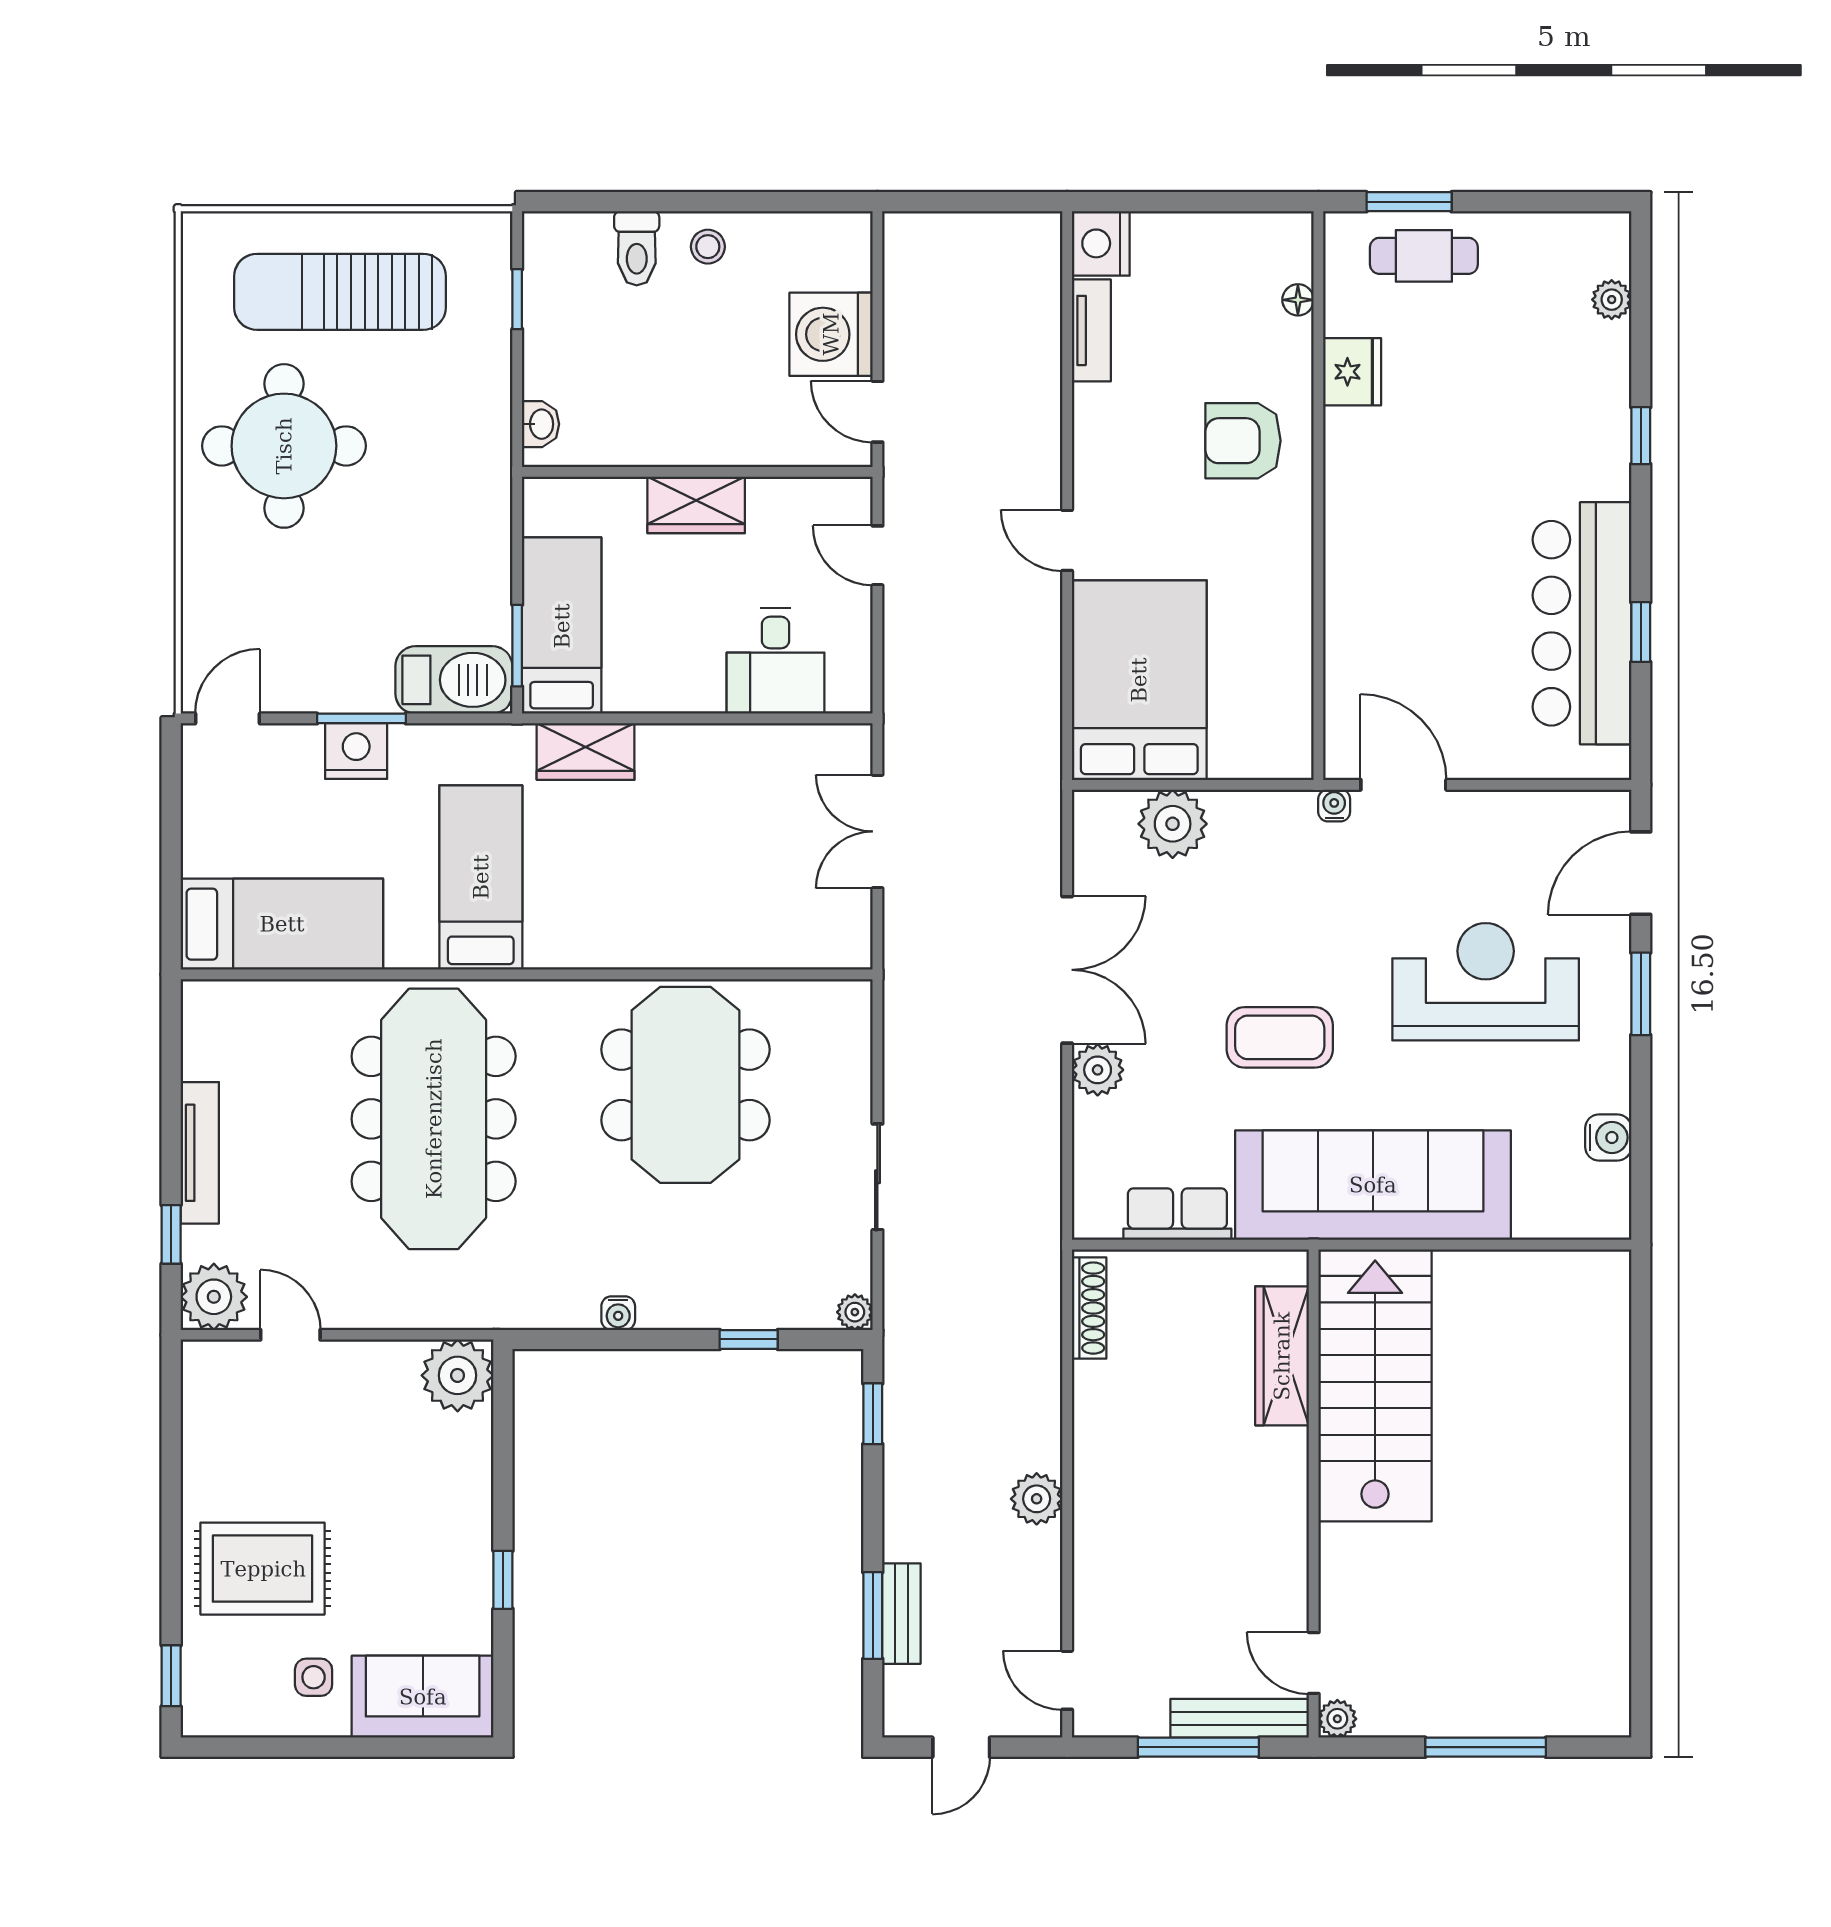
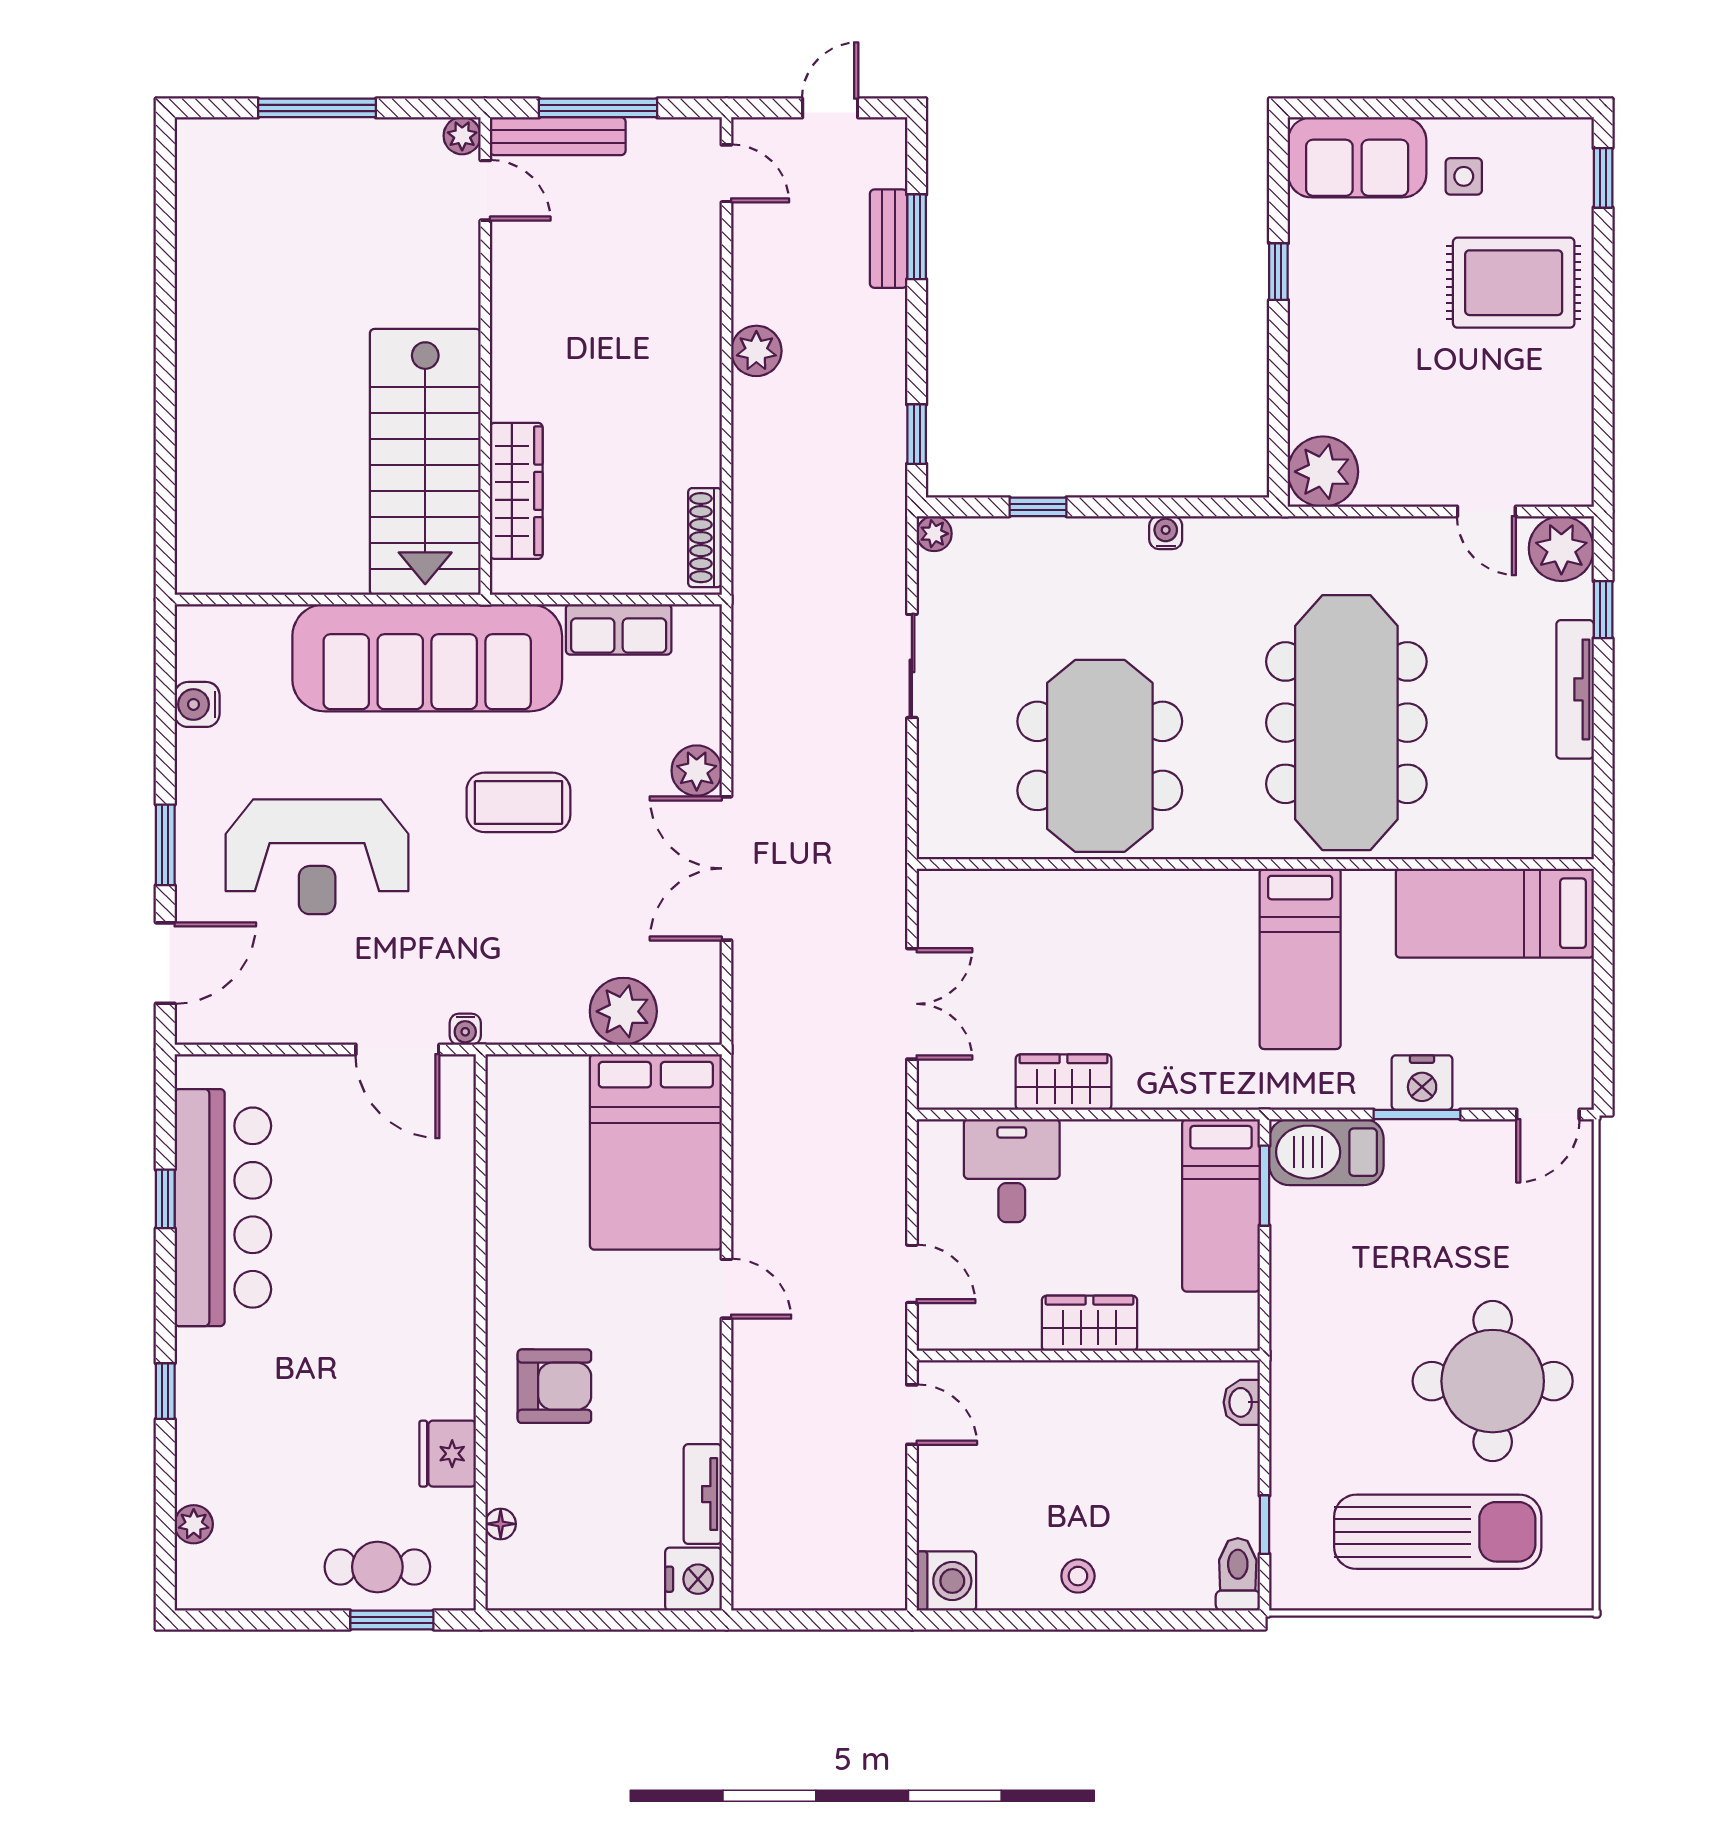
toilet: (637, 248) -> (1238, 1574), moved
washing machine: (831, 334) -> (946, 1581), moved, width x0.73, depth x0.73
wardrobe: (586, 752) -> (1063, 1082), moved

